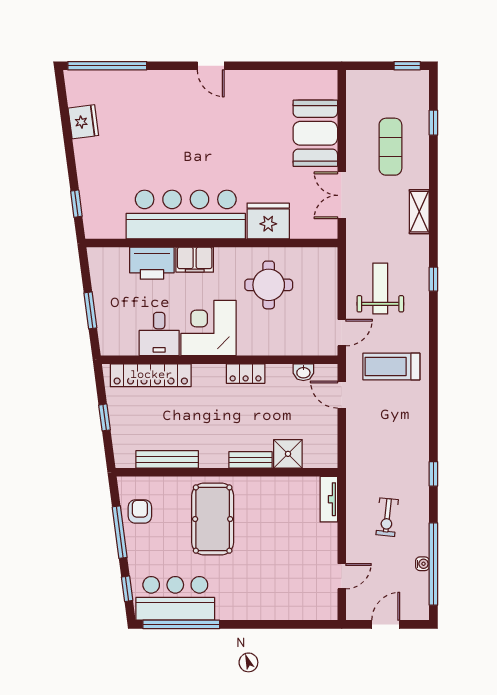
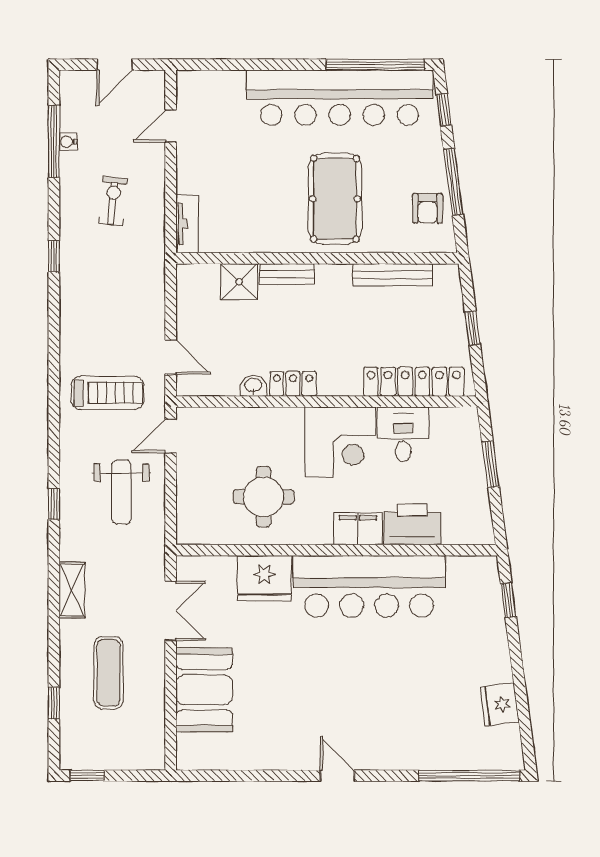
washbasin: (303, 372) -> (253, 386), moved
window: (433, 564) -> (54, 141), width x0.68
bar counter: (175, 598) -> (340, 98), width x1.86

